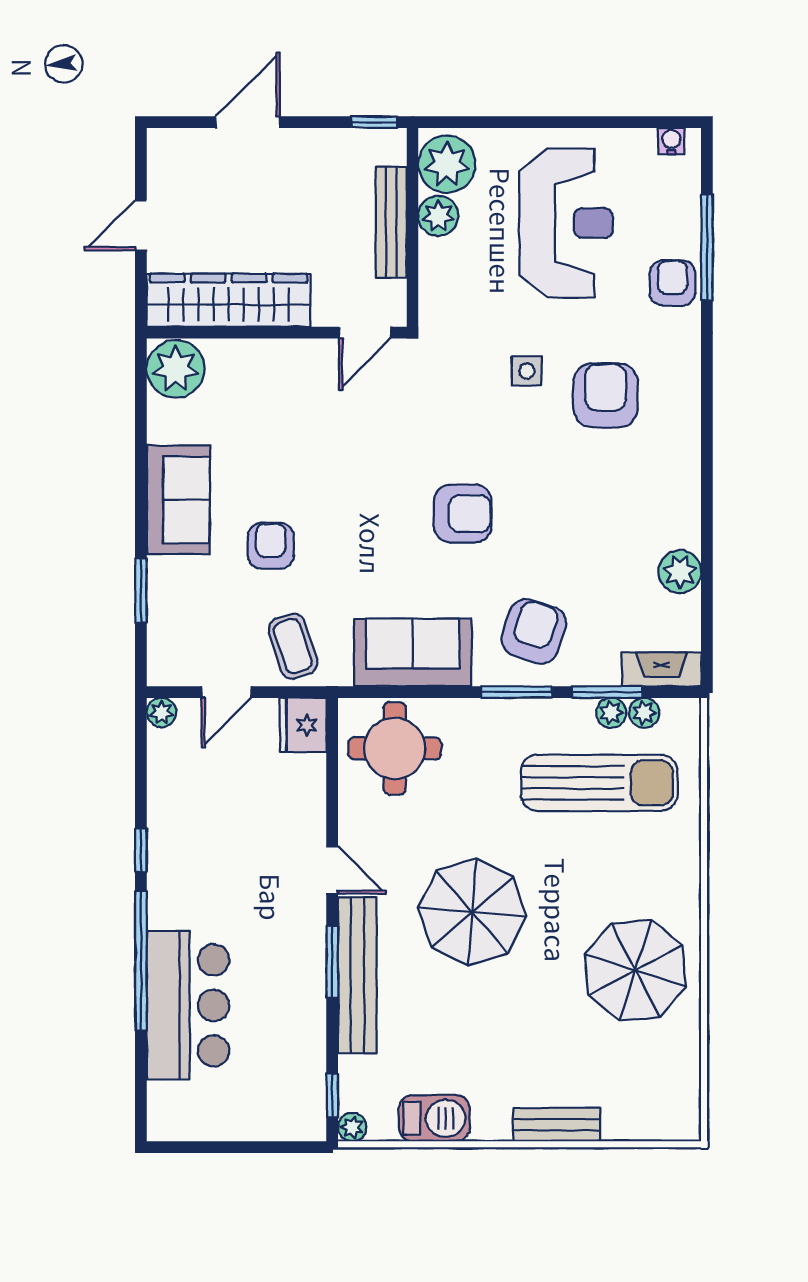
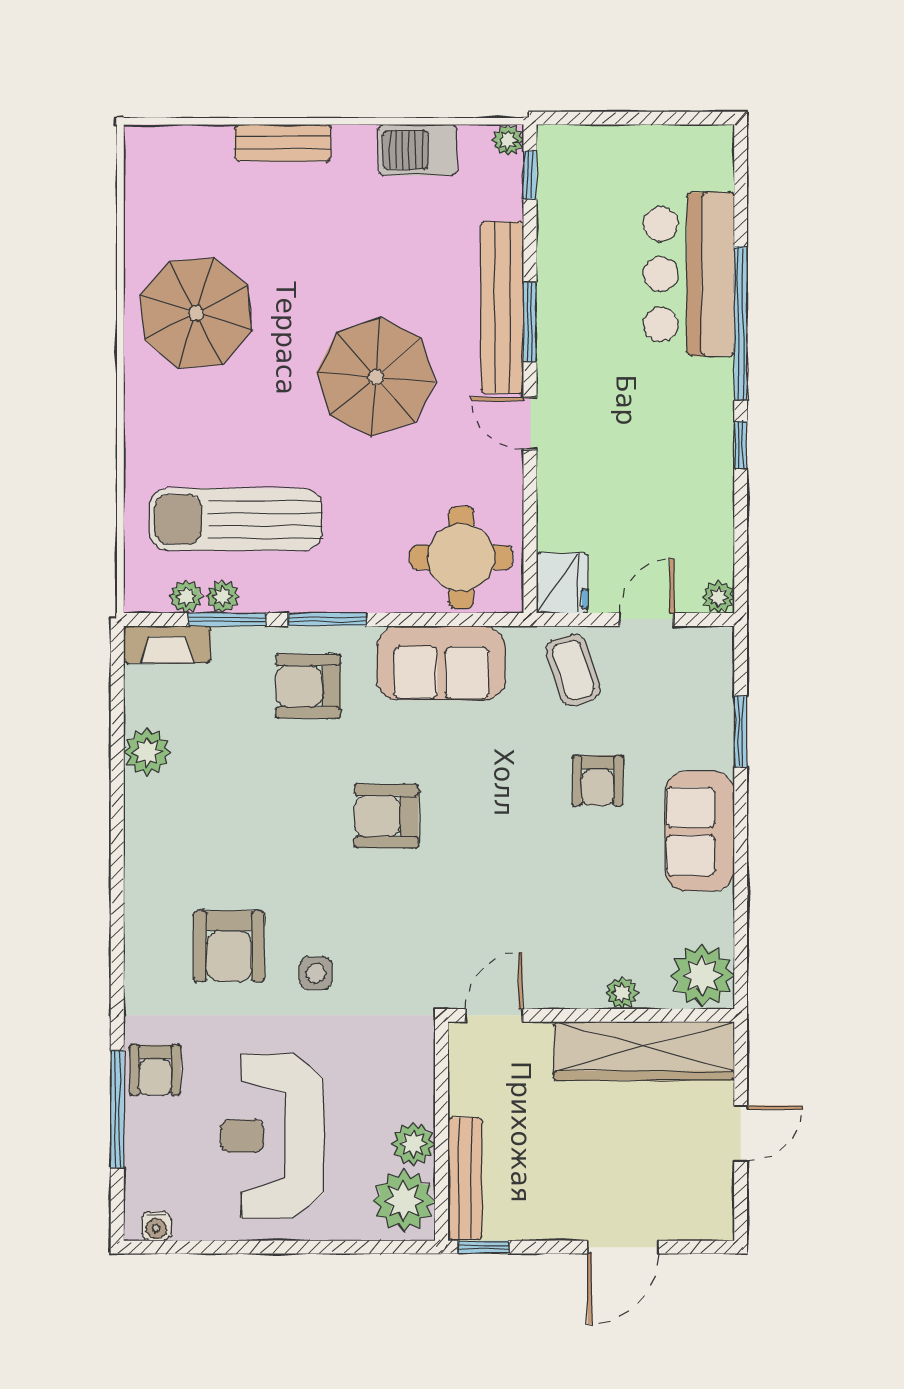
bench: (391, 222) -> (465, 1179), moved
plant: (249, 353) -> (622, 993), added
armchair: (534, 631) -> (308, 686), turned 72

